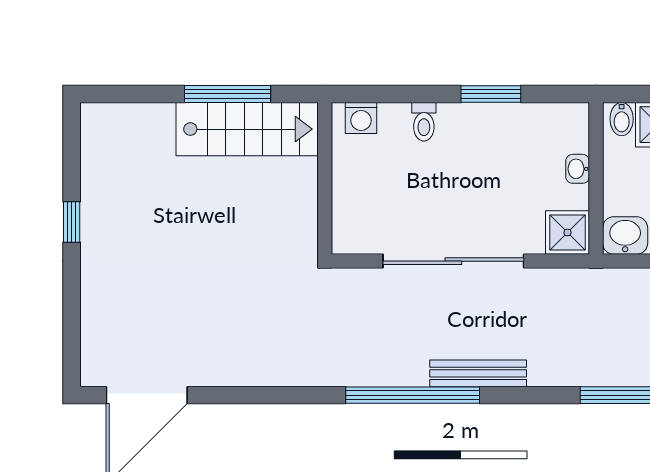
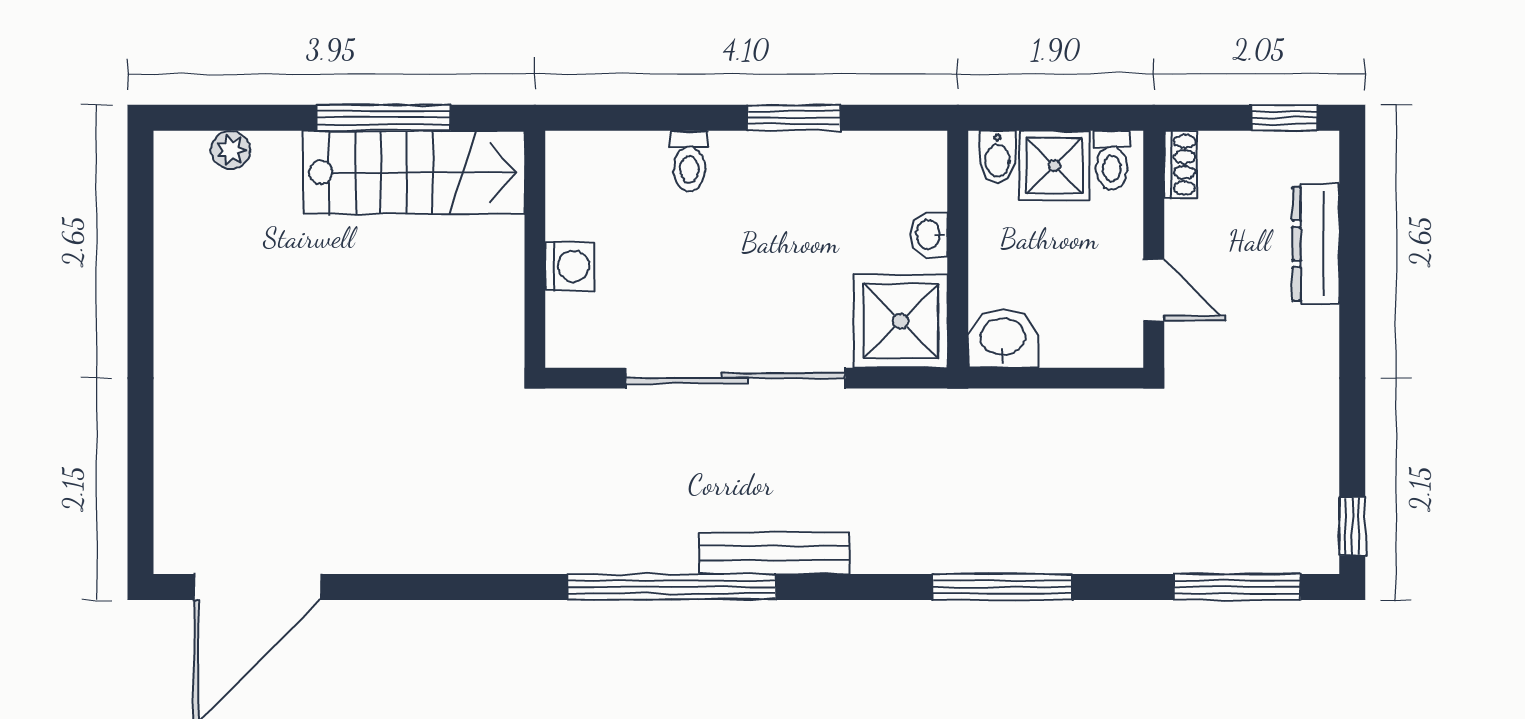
plant: (130, 115) -> (231, 150), added
washing machine: (361, 118) -> (570, 266), moved, turned -90
window: (72, 222) -> (140, 317), removed
shower: (568, 232) -> (901, 321), width x1.36, depth x1.36

